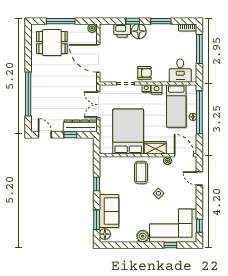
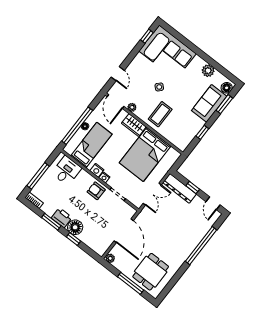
printer: (122, 31) -> (62, 218), moved
dining table: (52, 43) -> (151, 272), turned 90
plant: (143, 236) -> (208, 71), moved
window: (170, 245) -> (182, 39), removed

